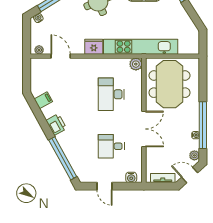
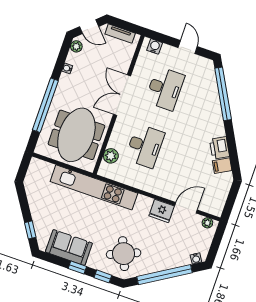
fridge: (94, 47) -> (162, 211), moved
door: (61, 56) -> (186, 208), swing flipped
plant: (136, 64) -> (111, 156), moved
printer: (56, 124) -> (219, 148), moved
window: (203, 125) -> (45, 105), moved
desk: (111, 146) -> (165, 89), width x1.37

